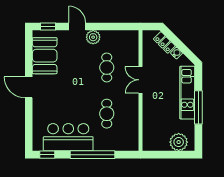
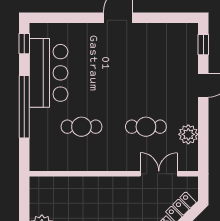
plant: (93, 37) -> (188, 134), moved
booth: (45, 56) -> (163, 40), removed
double door: (140, 80) -> (159, 174), moved

